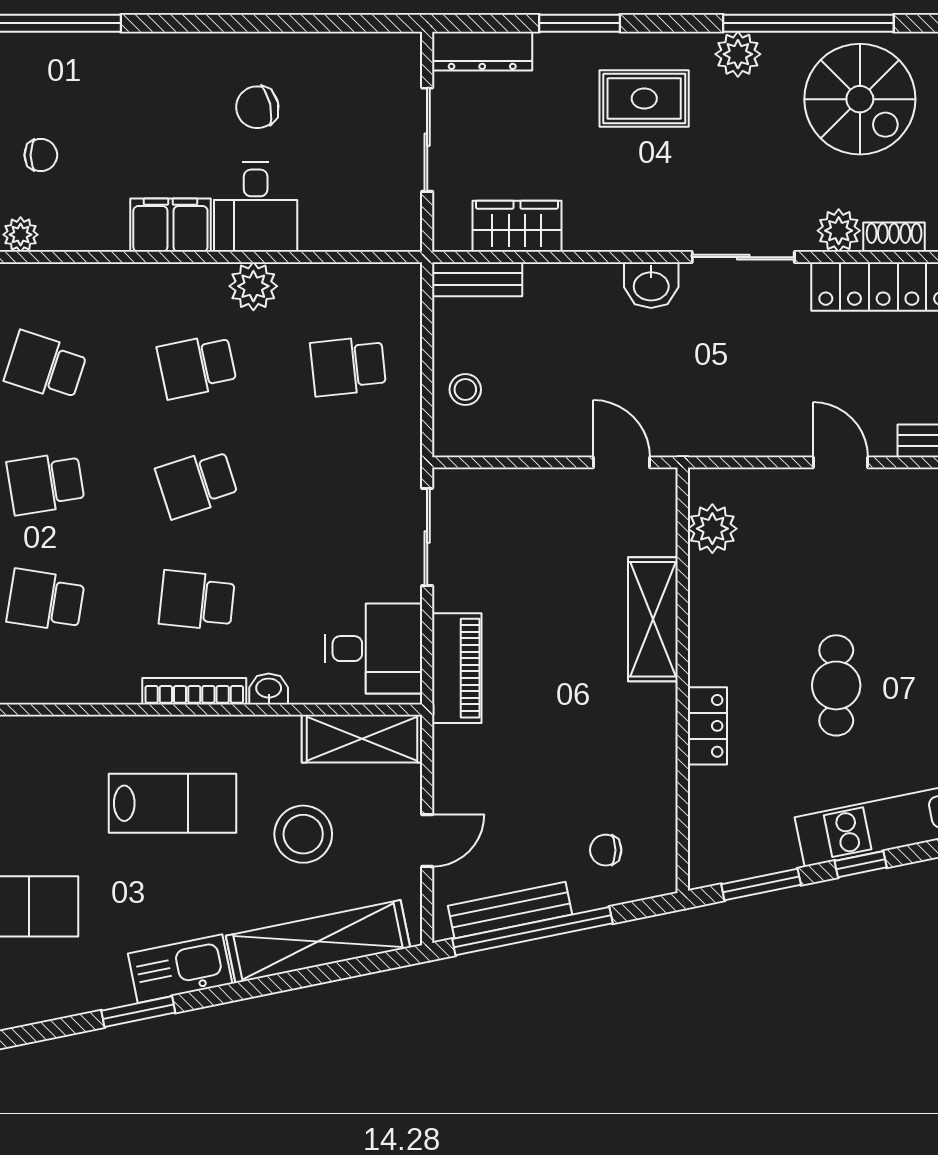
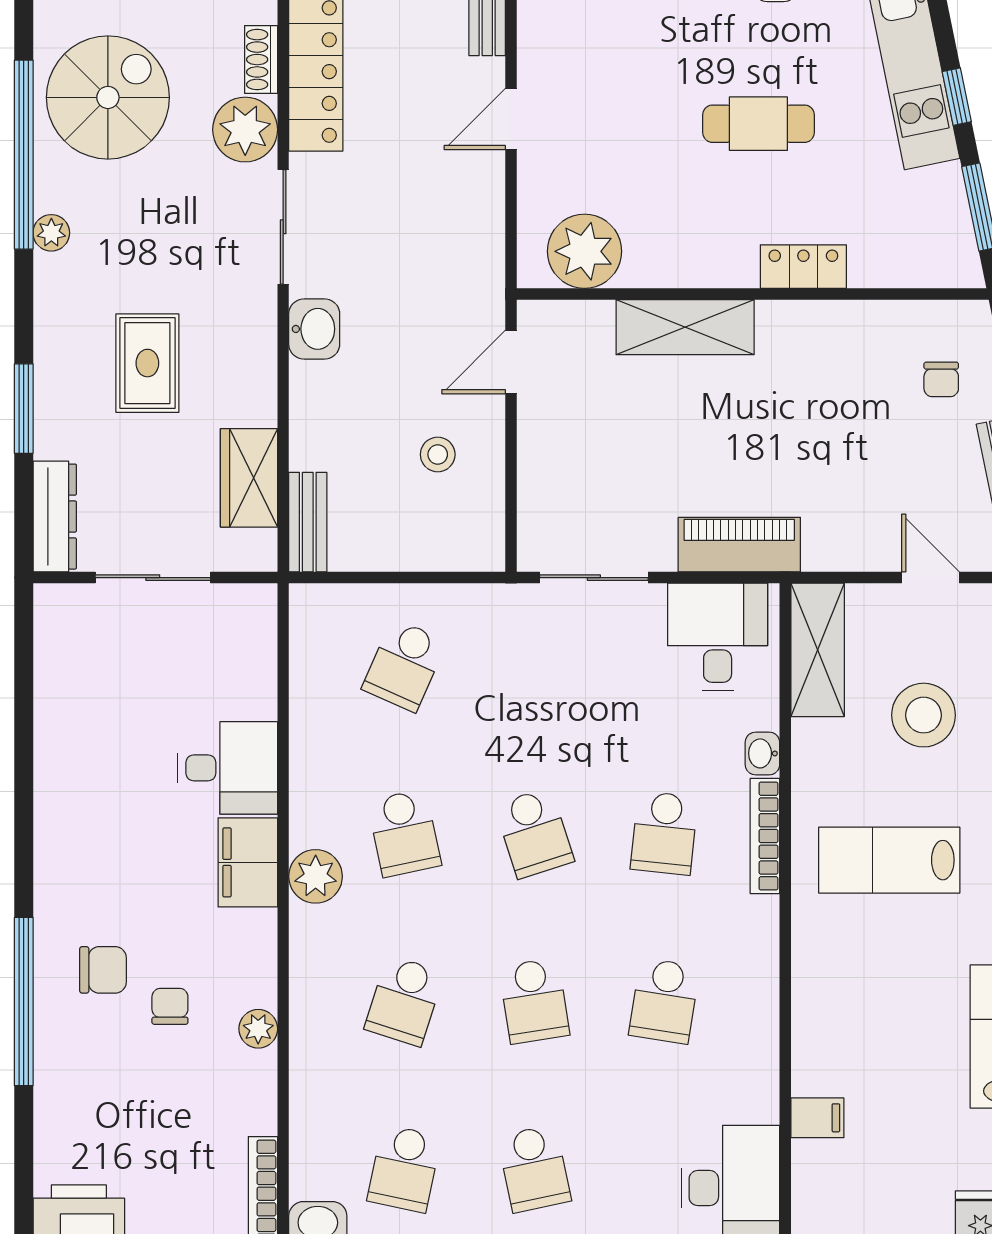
plant: (738, 54) -> (51, 233), width x0.73, depth x0.73
rug: (644, 99) -> (147, 363), moved
chair: (257, 107) -> (103, 970), moved, turned -77
plant: (839, 231) -> (245, 130), width x1.36, depth x1.36
plant: (253, 286) -> (316, 876), moved
school desk: (348, 366) -> (404, 665), turned 30
stool: (465, 389) -> (438, 454), moved
plant: (712, 529) -> (584, 251), width x1.36, depth x1.36
lab bench: (173, 803) -> (889, 860), turned -90

